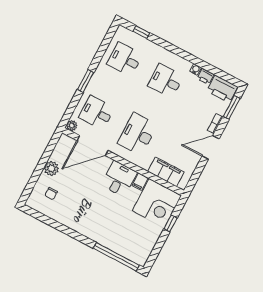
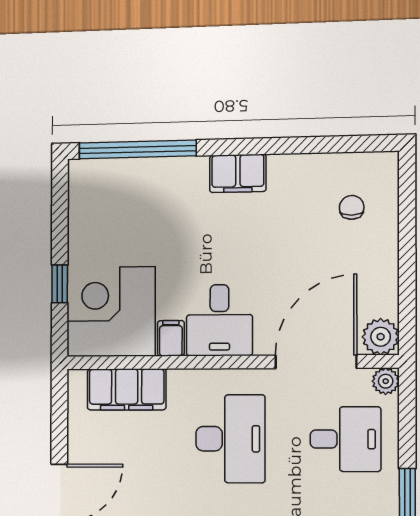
plant: (51, 168) -> (381, 337), moved
filing cabinet: (85, 228) -> (238, 173), added

